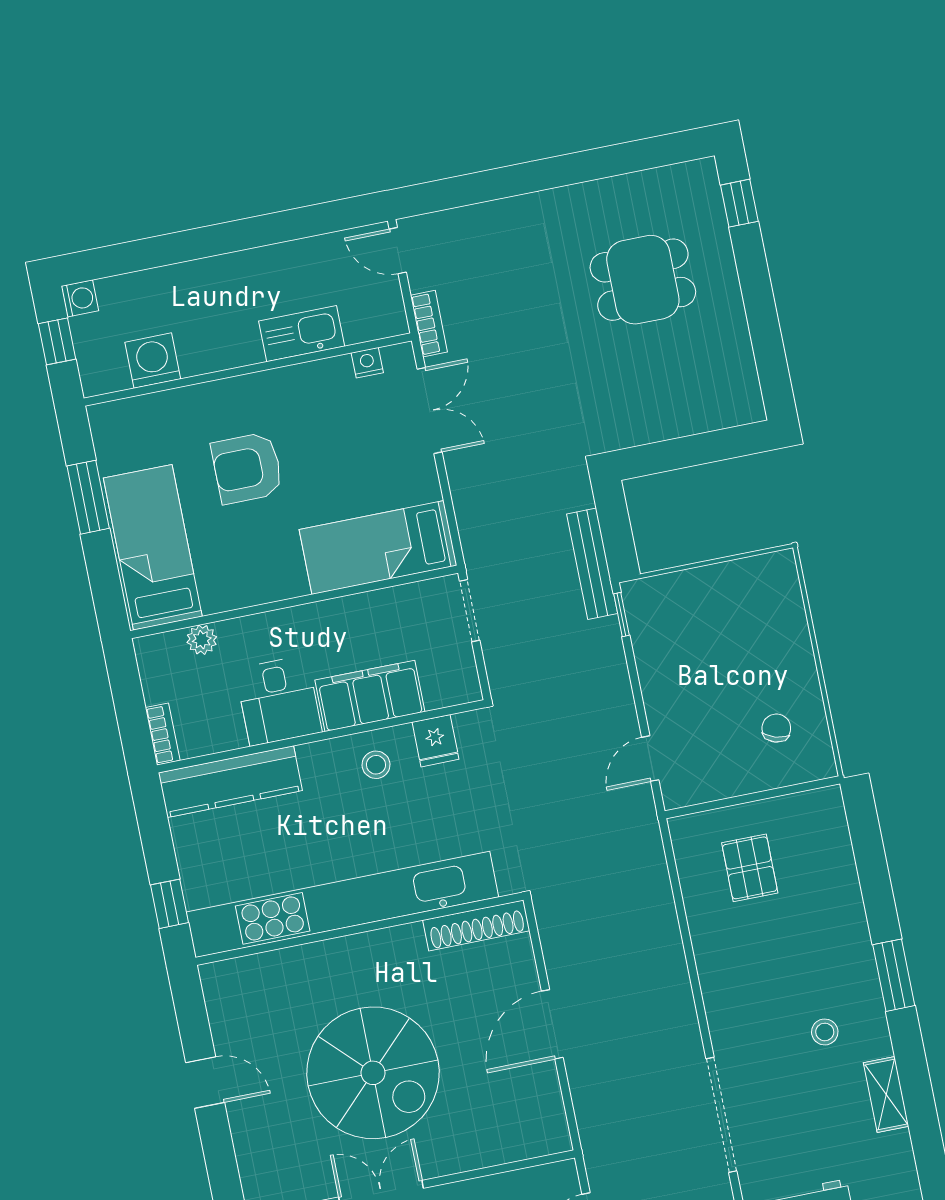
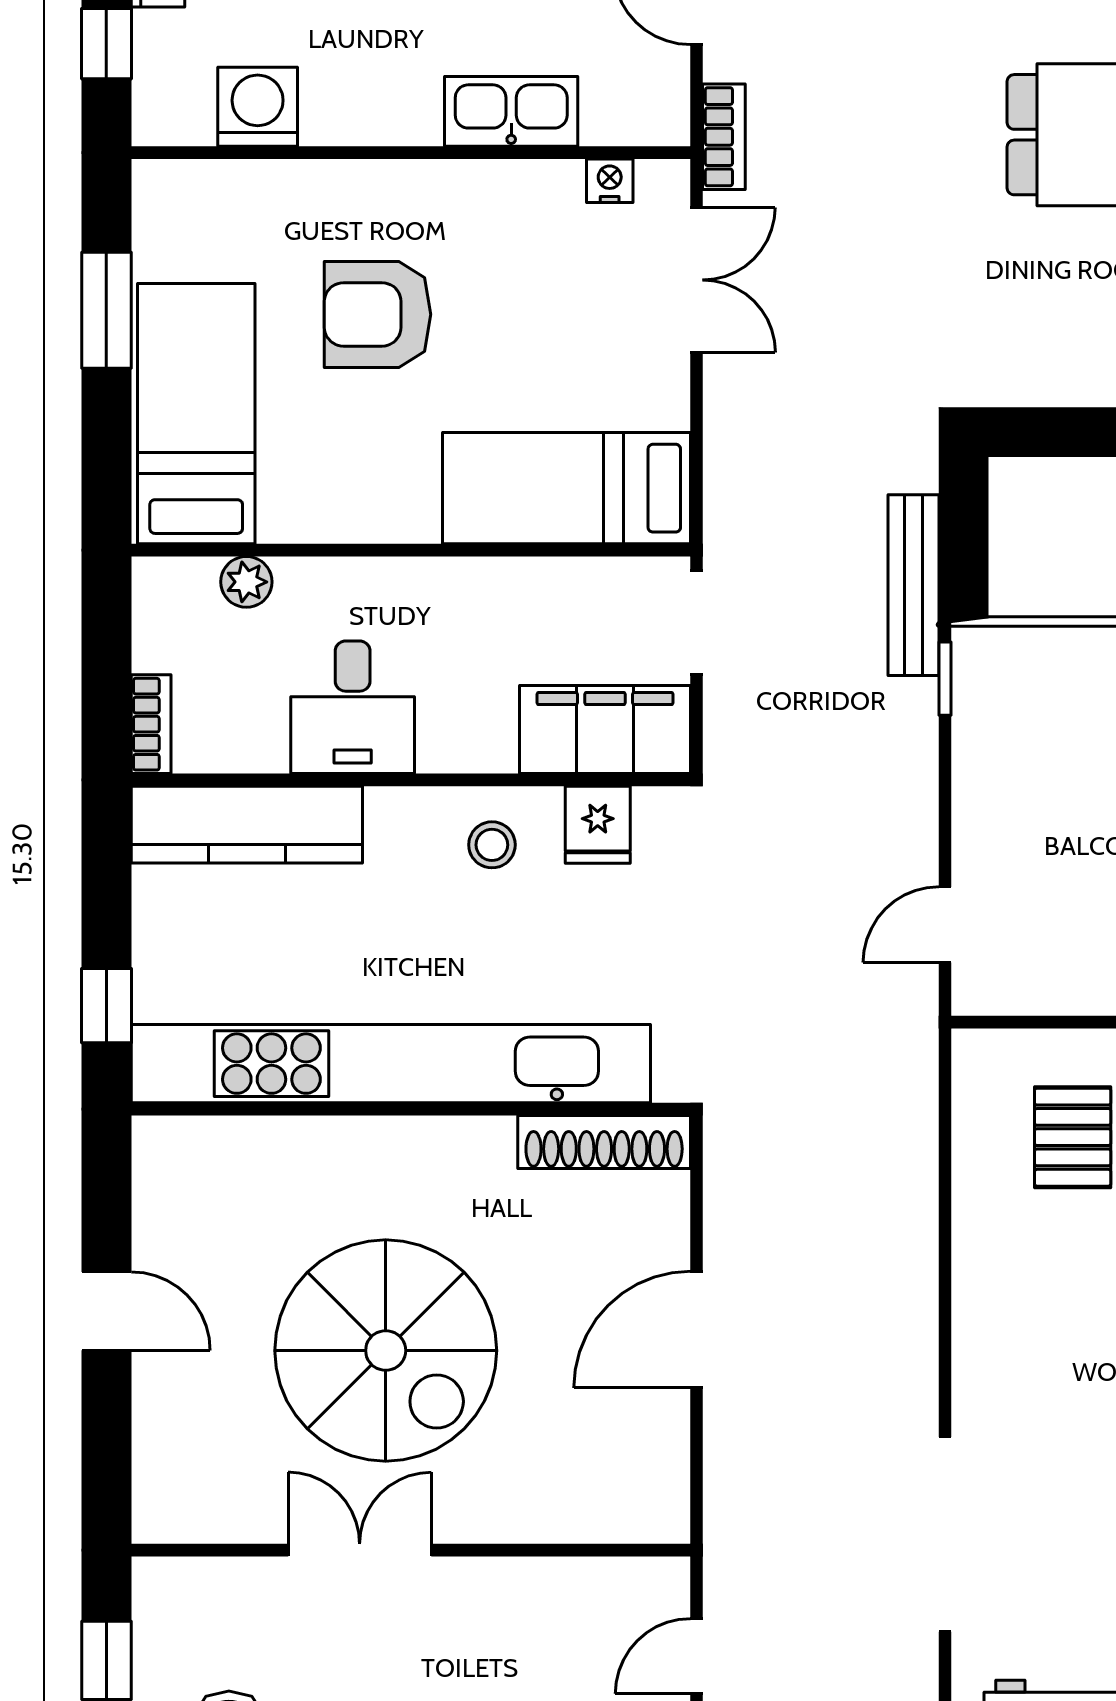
filing cabinet: (370, 696) -> (605, 730), moved

